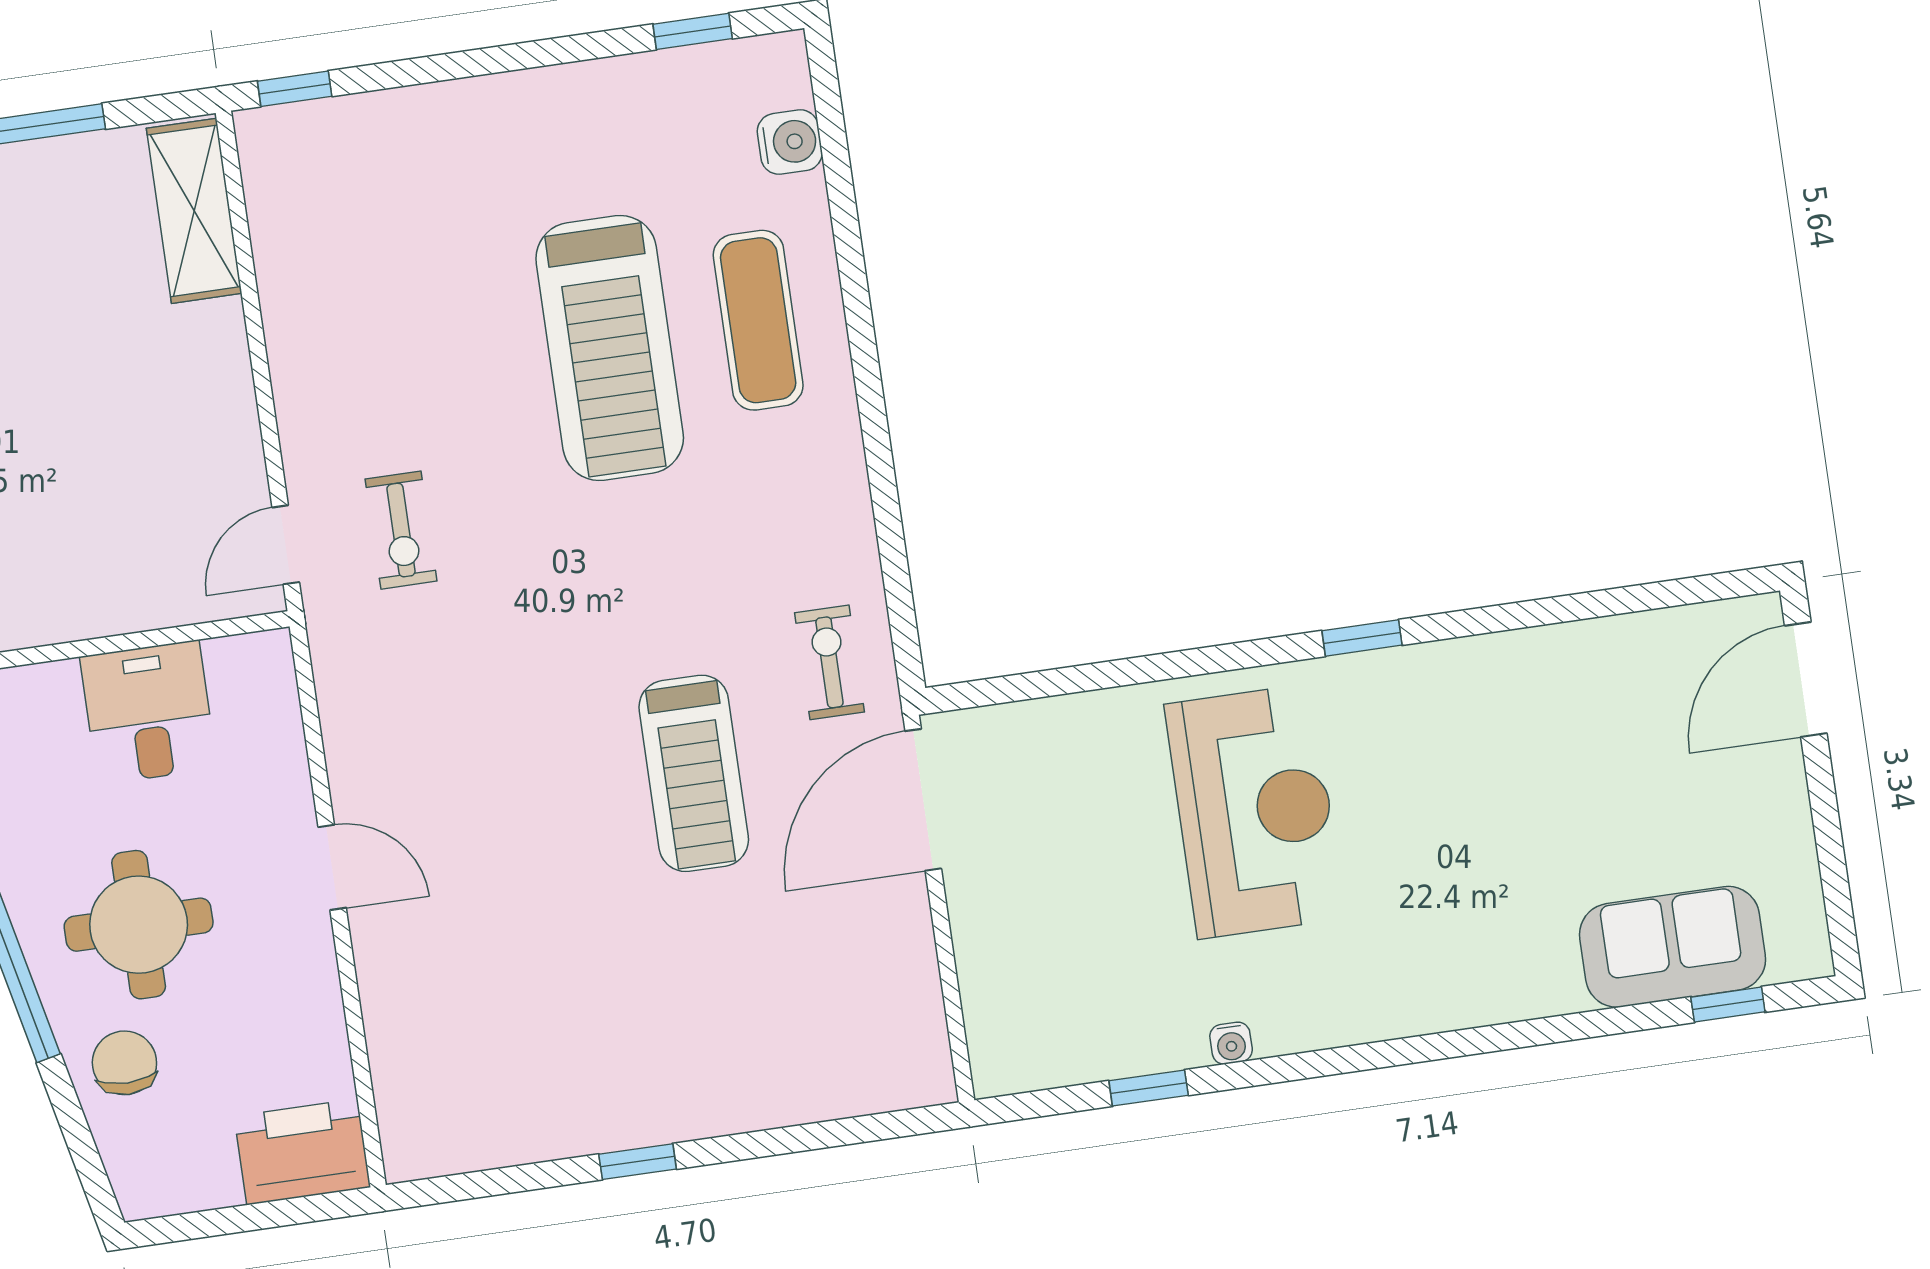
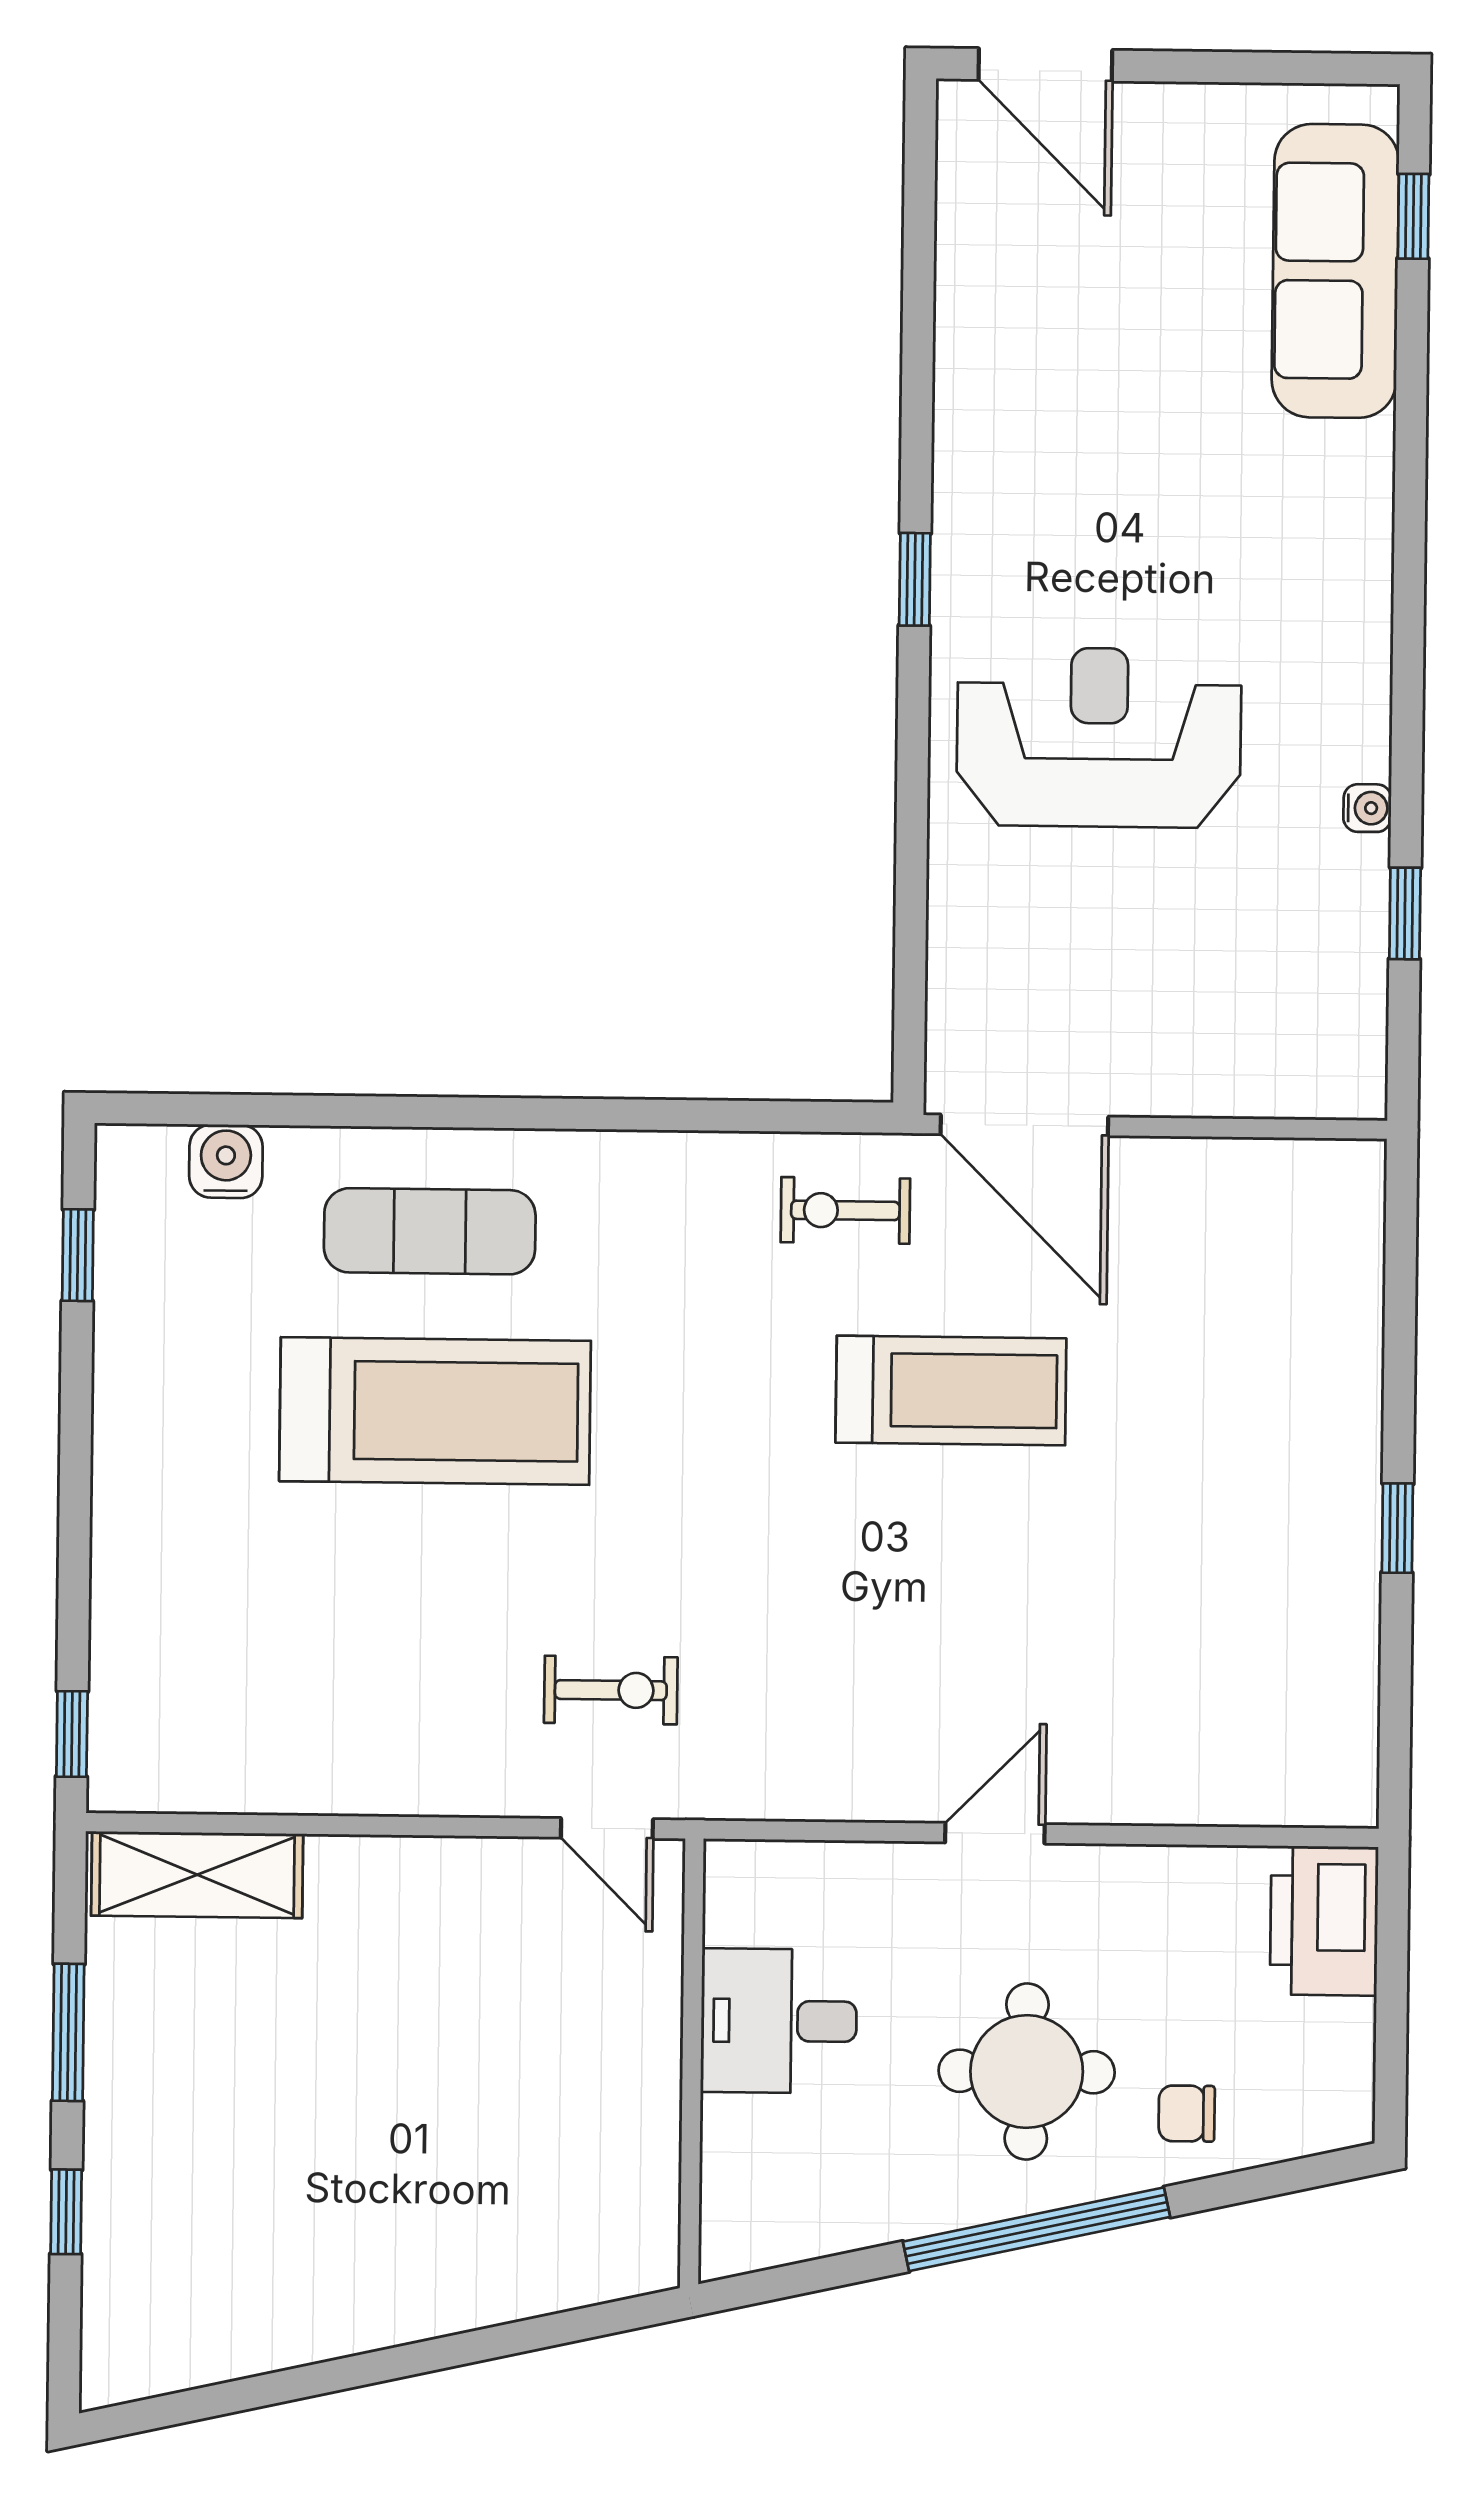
sofa: (1673, 947) -> (1335, 271), width x1.36
chair: (124, 1063) -> (1187, 2114), width x0.73, depth x0.73

